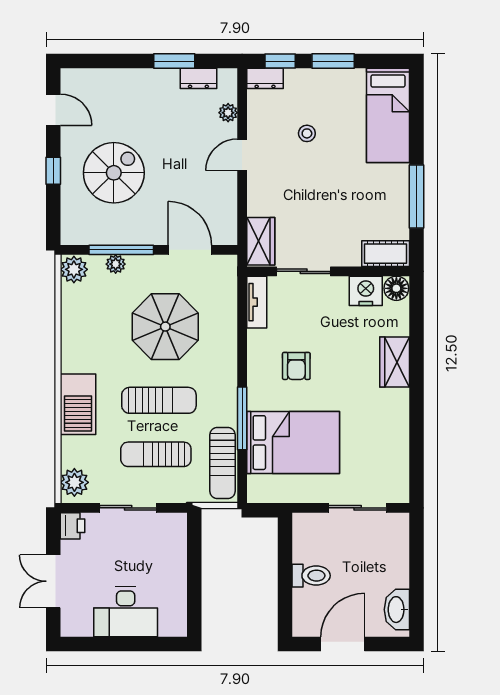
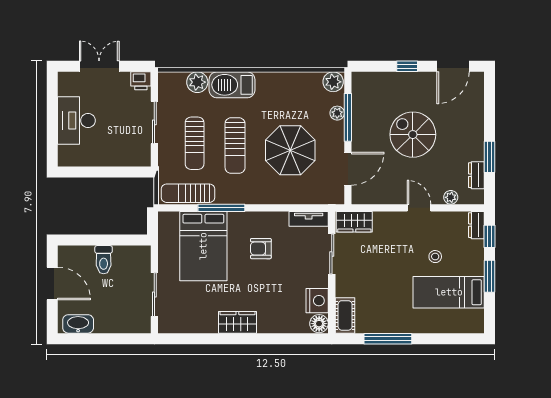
door: (53, 110) -> (453, 66), width x1.38
bed: (388, 115) -> (449, 292), moved
spiral stairs: (114, 173) -> (413, 135), moved, turned 180
wardrobe: (395, 362) -> (237, 322), moved
sun lounger: (156, 454) -> (195, 143), turned 180
plant: (74, 482) -> (197, 82), moved

